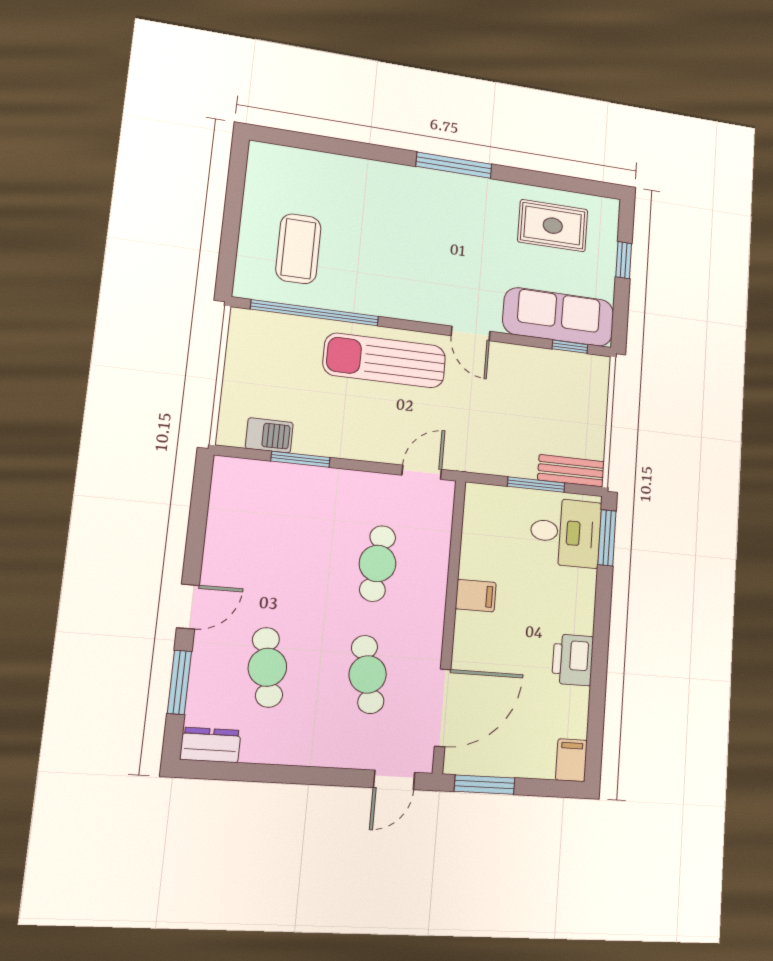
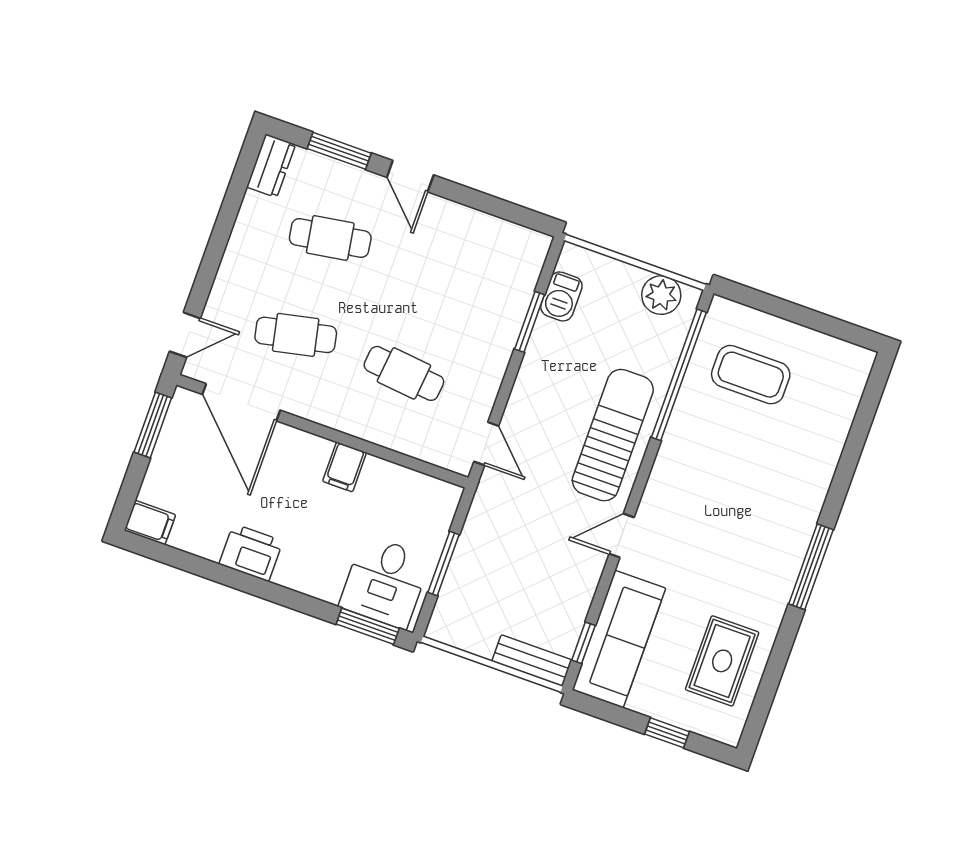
plant: (245, 344) -> (661, 295), added
bench: (571, 471) -> (532, 661), moved, turned 90
door: (394, 780) -> (185, 335), swing flipped

